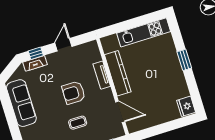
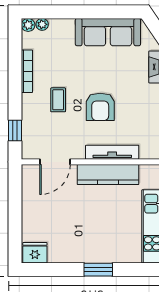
tv unit: (102, 75) -> (112, 152), width x1.41
armchair: (74, 93) -> (100, 107), turned 180

